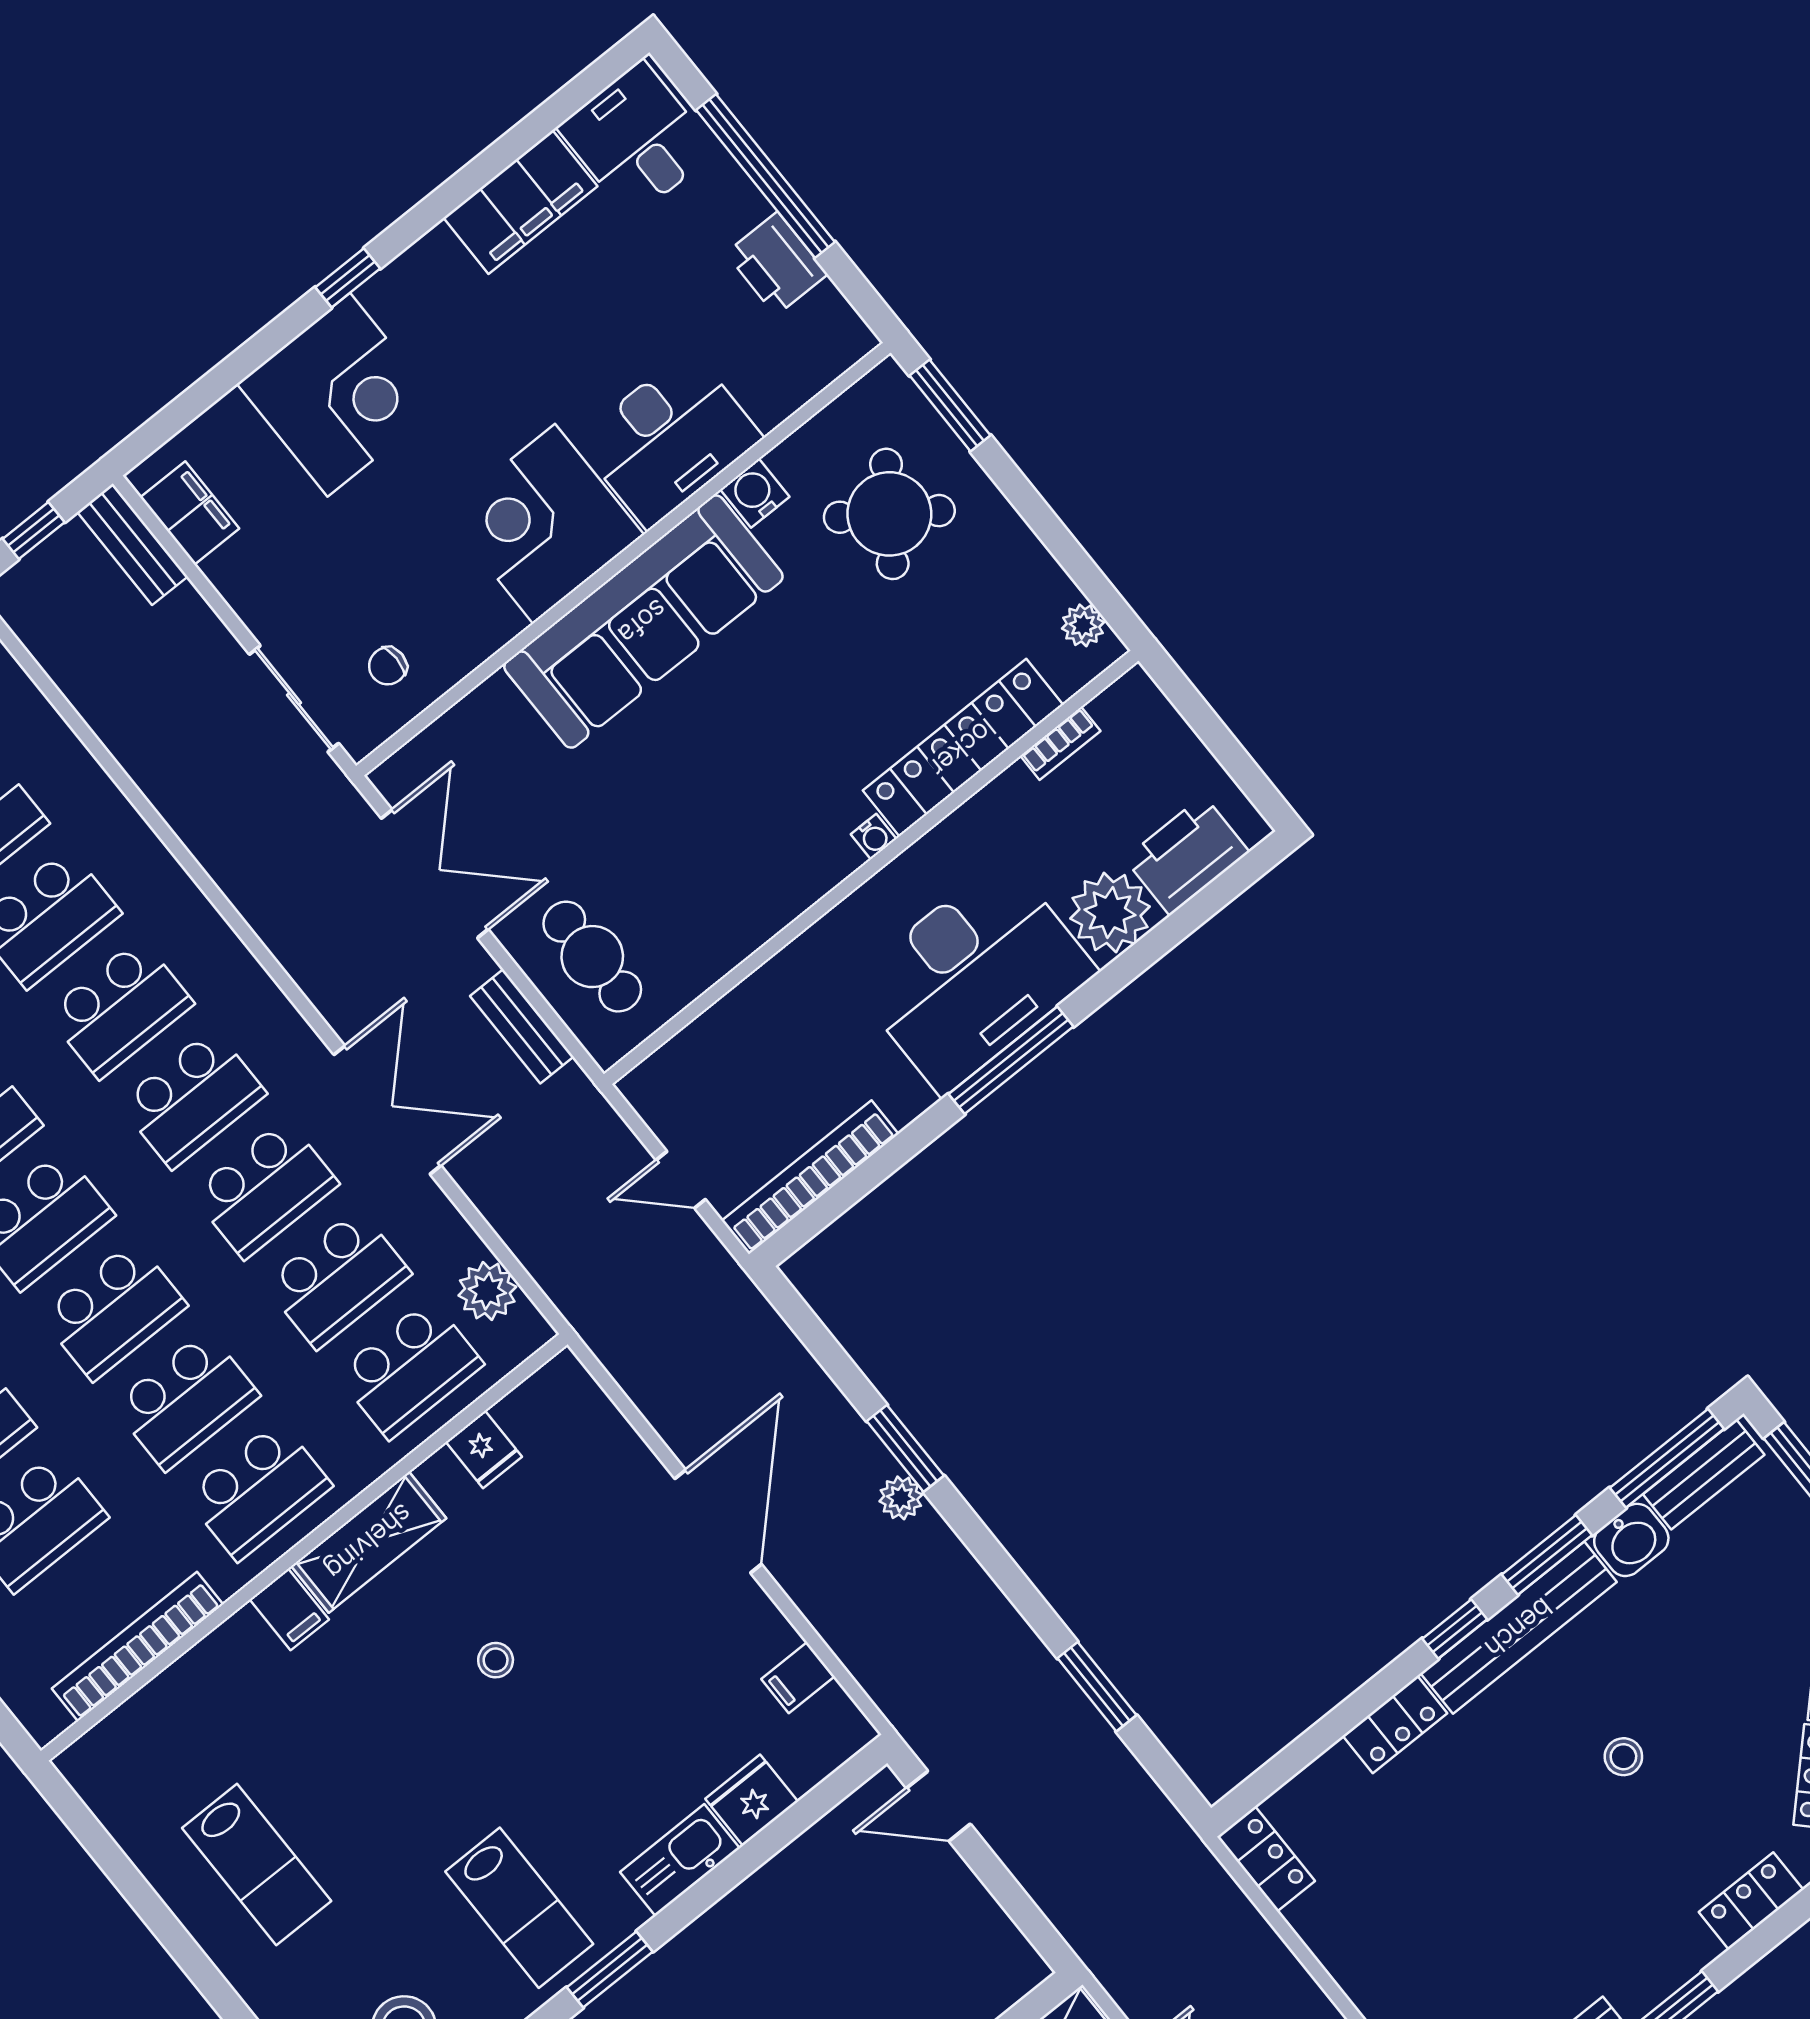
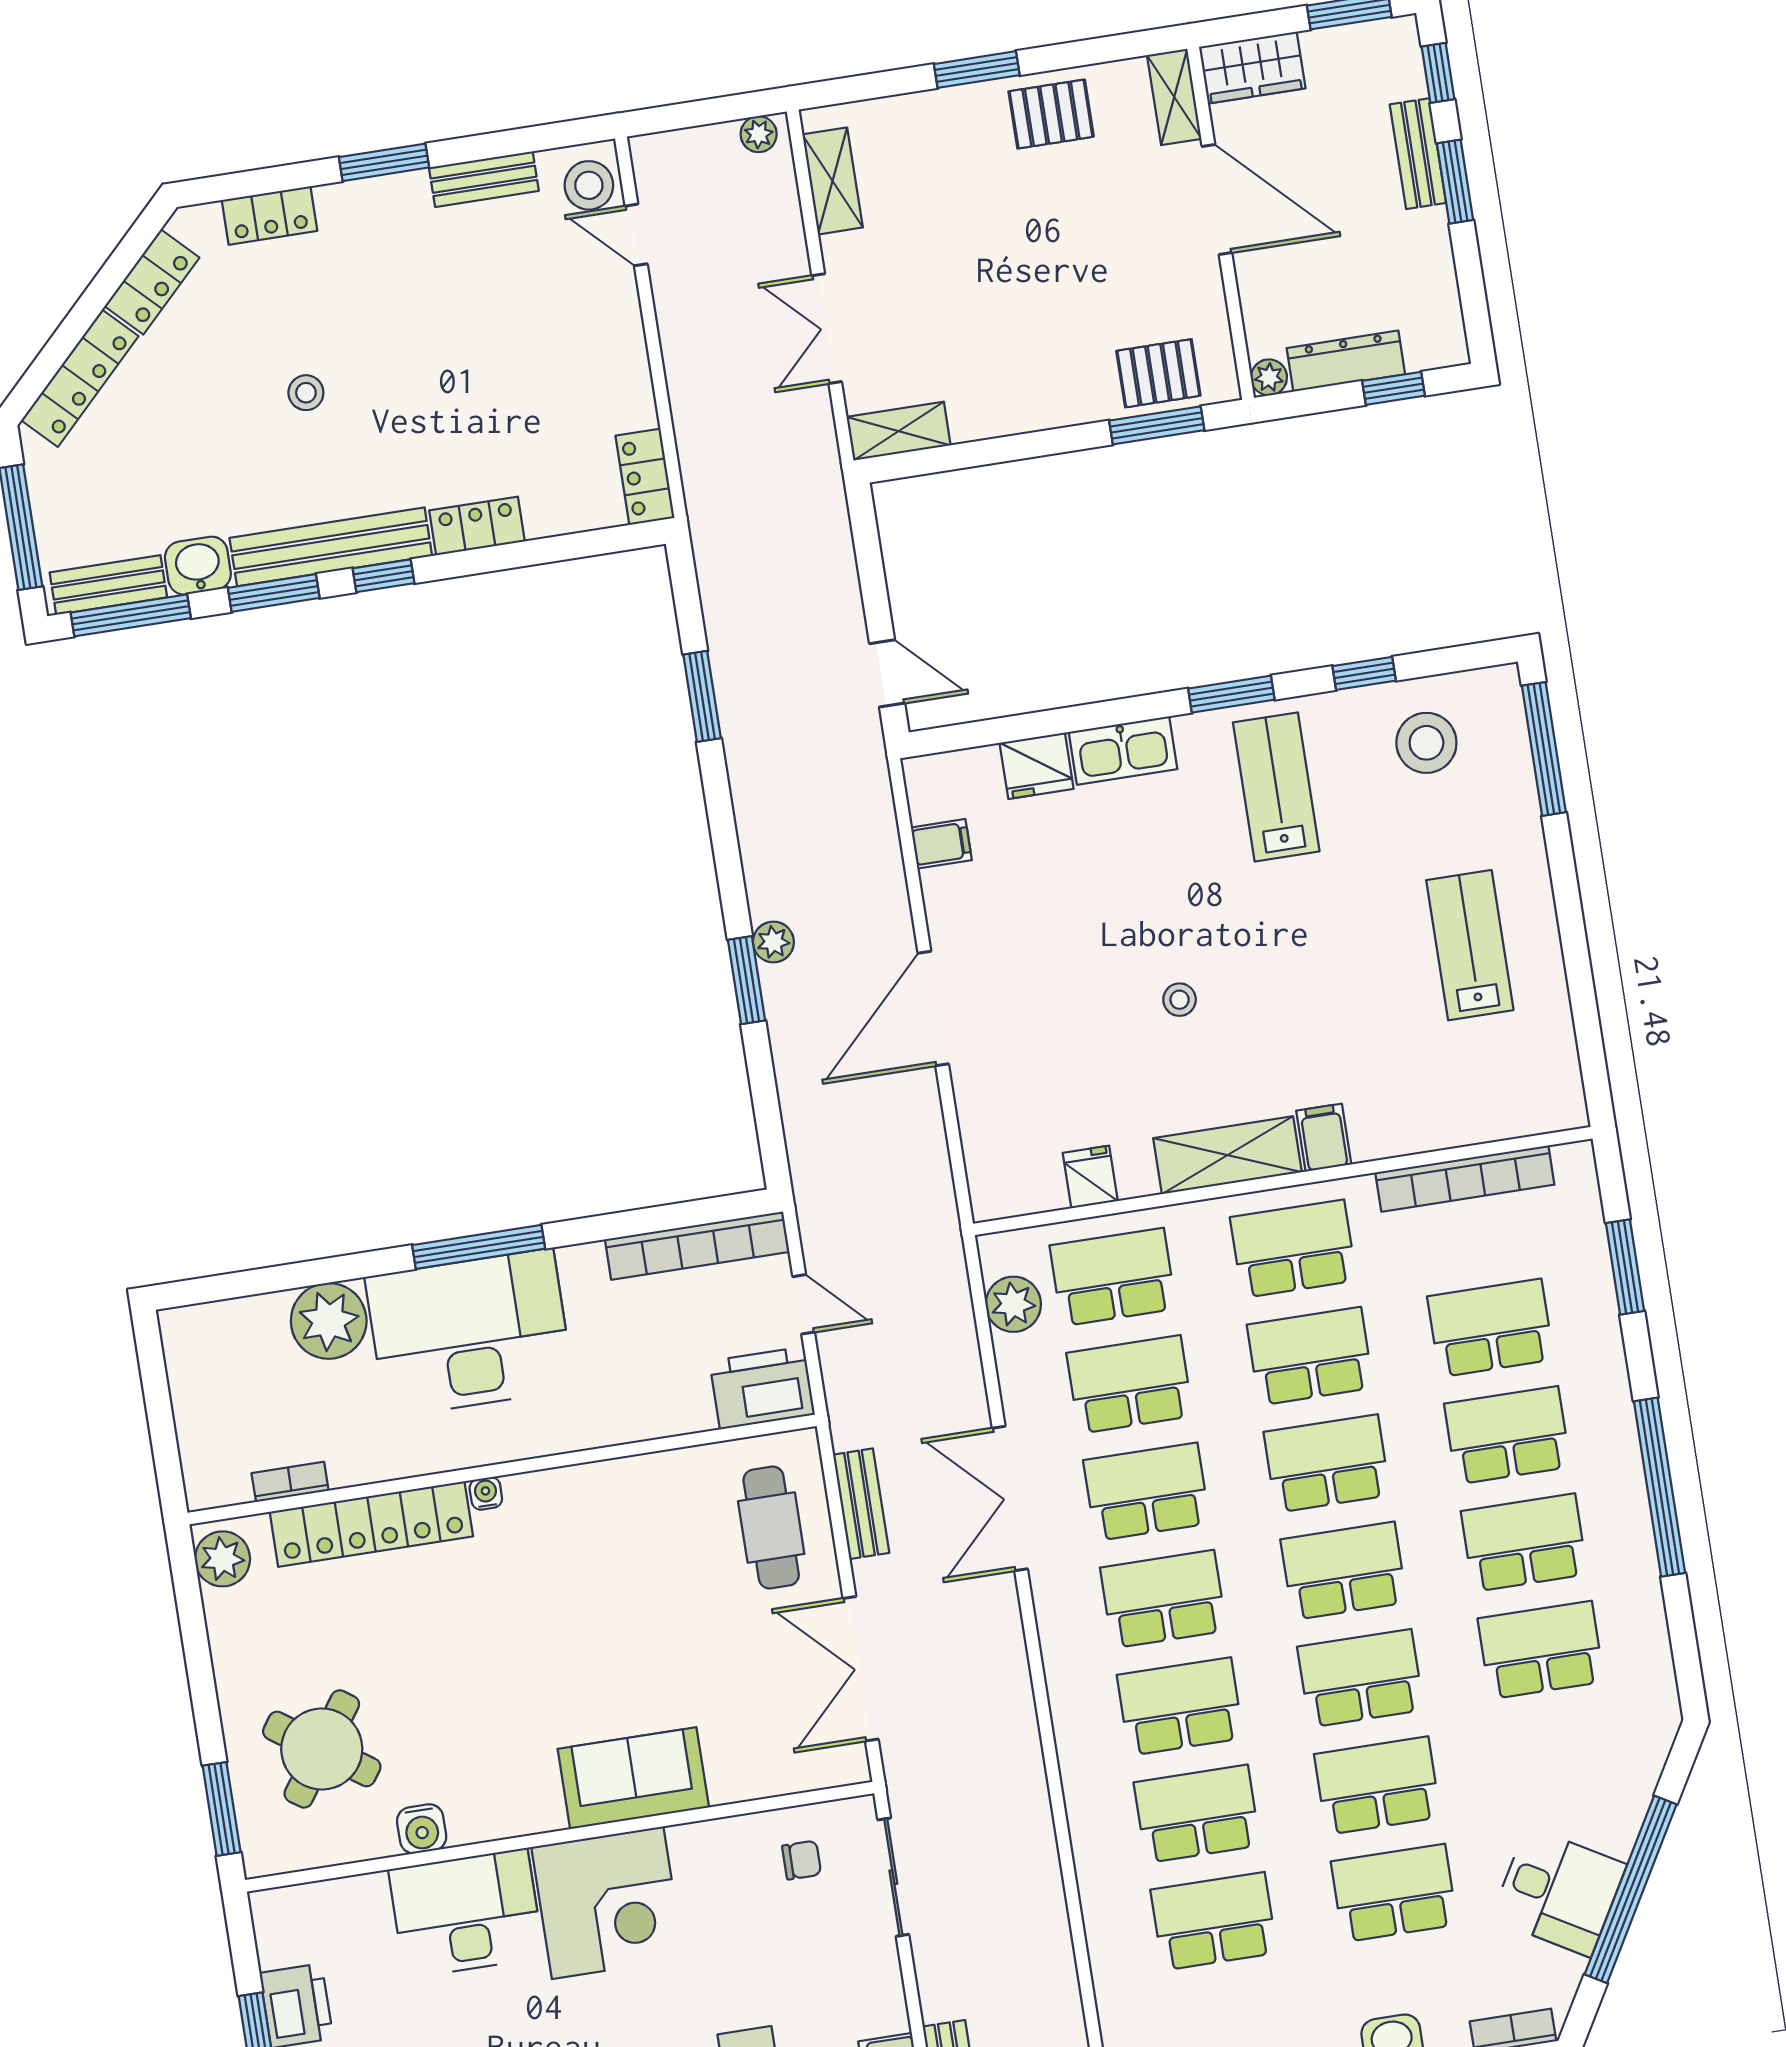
sofa: (643, 622) -> (633, 1778), width x0.54, depth x0.79
plant: (1083, 625) -> (222, 1559), width x1.38, depth x1.38
printer: (1187, 855) -> (762, 1388), moved, turned 180

